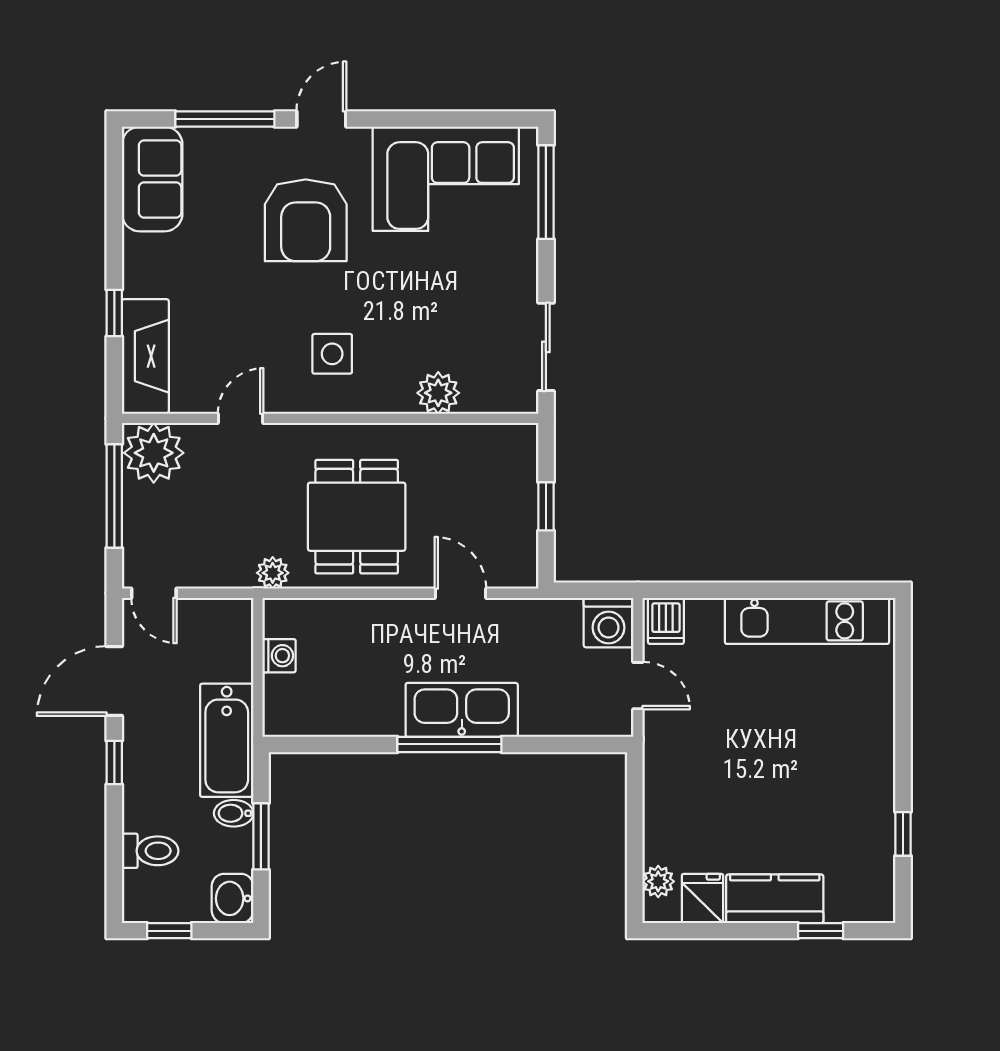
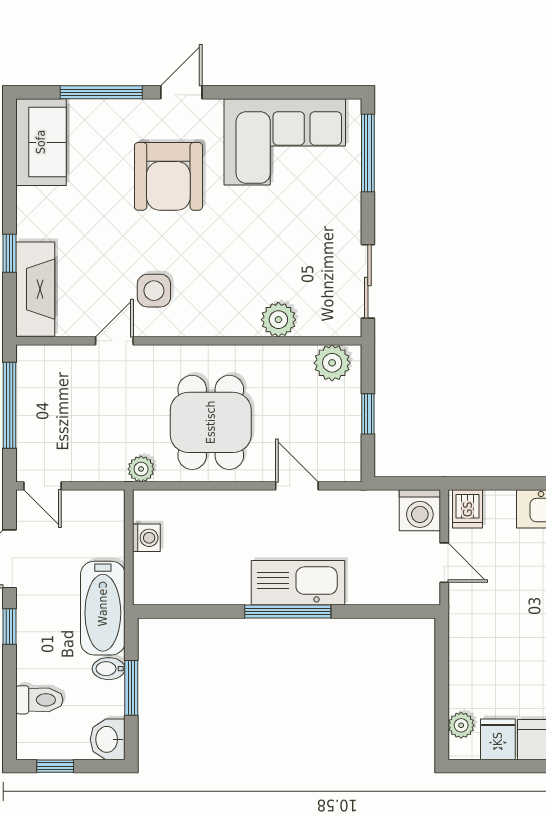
side table: (332, 354) -> (154, 291), moved
plant: (154, 453) -> (332, 363), moved, width x0.73, depth x0.73

